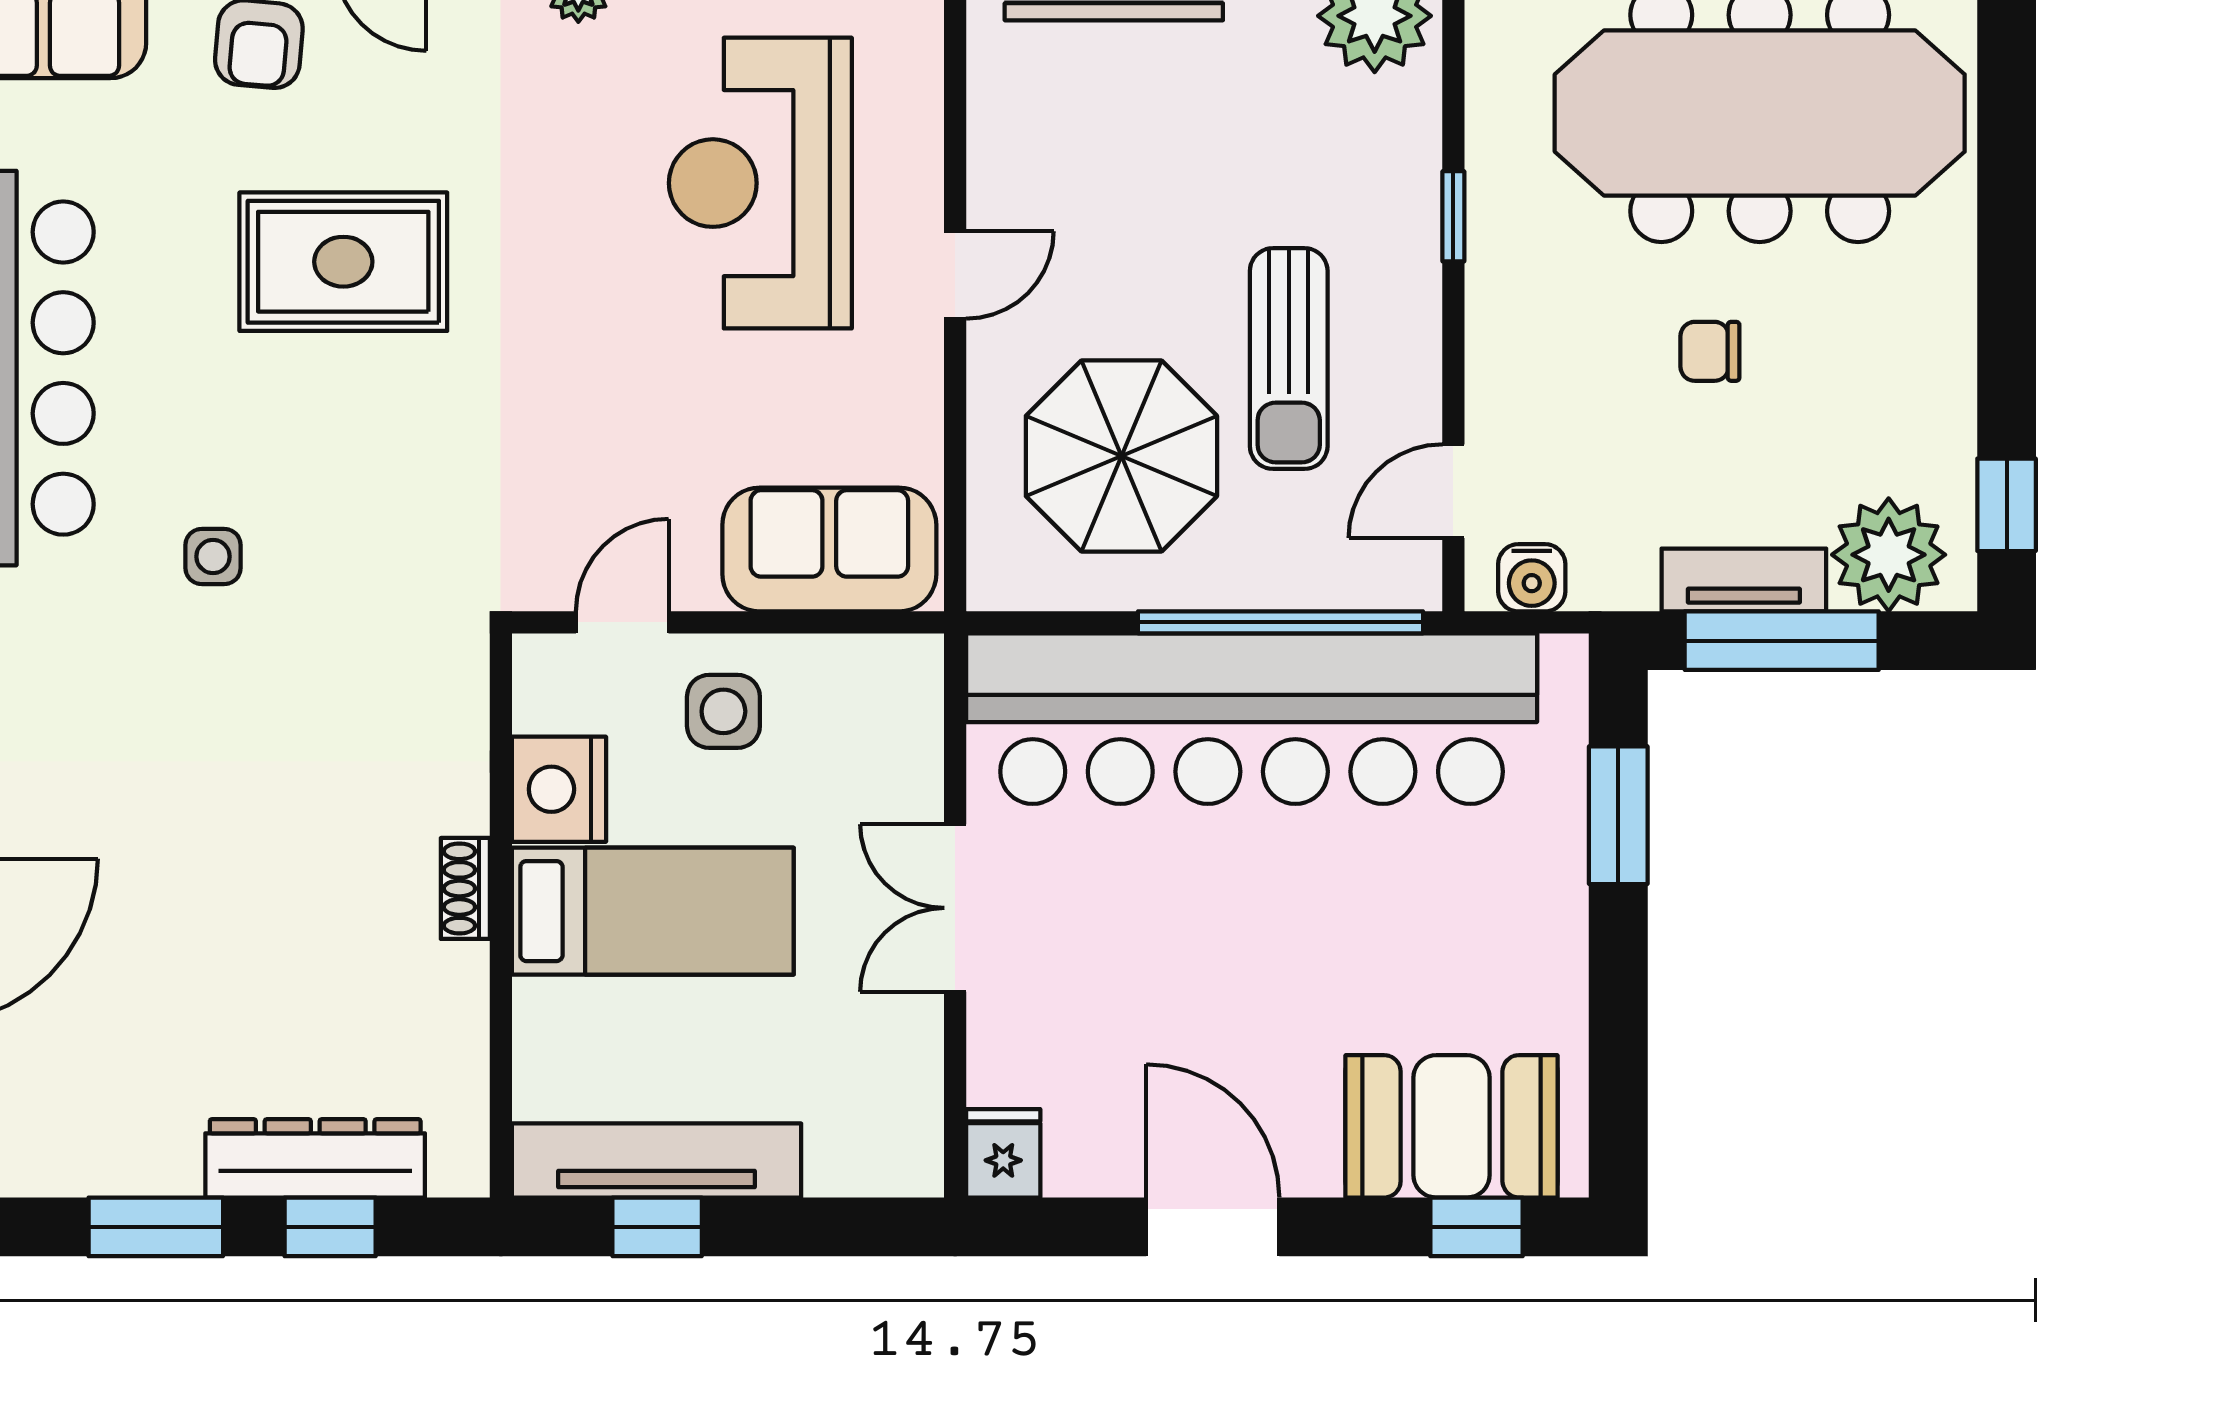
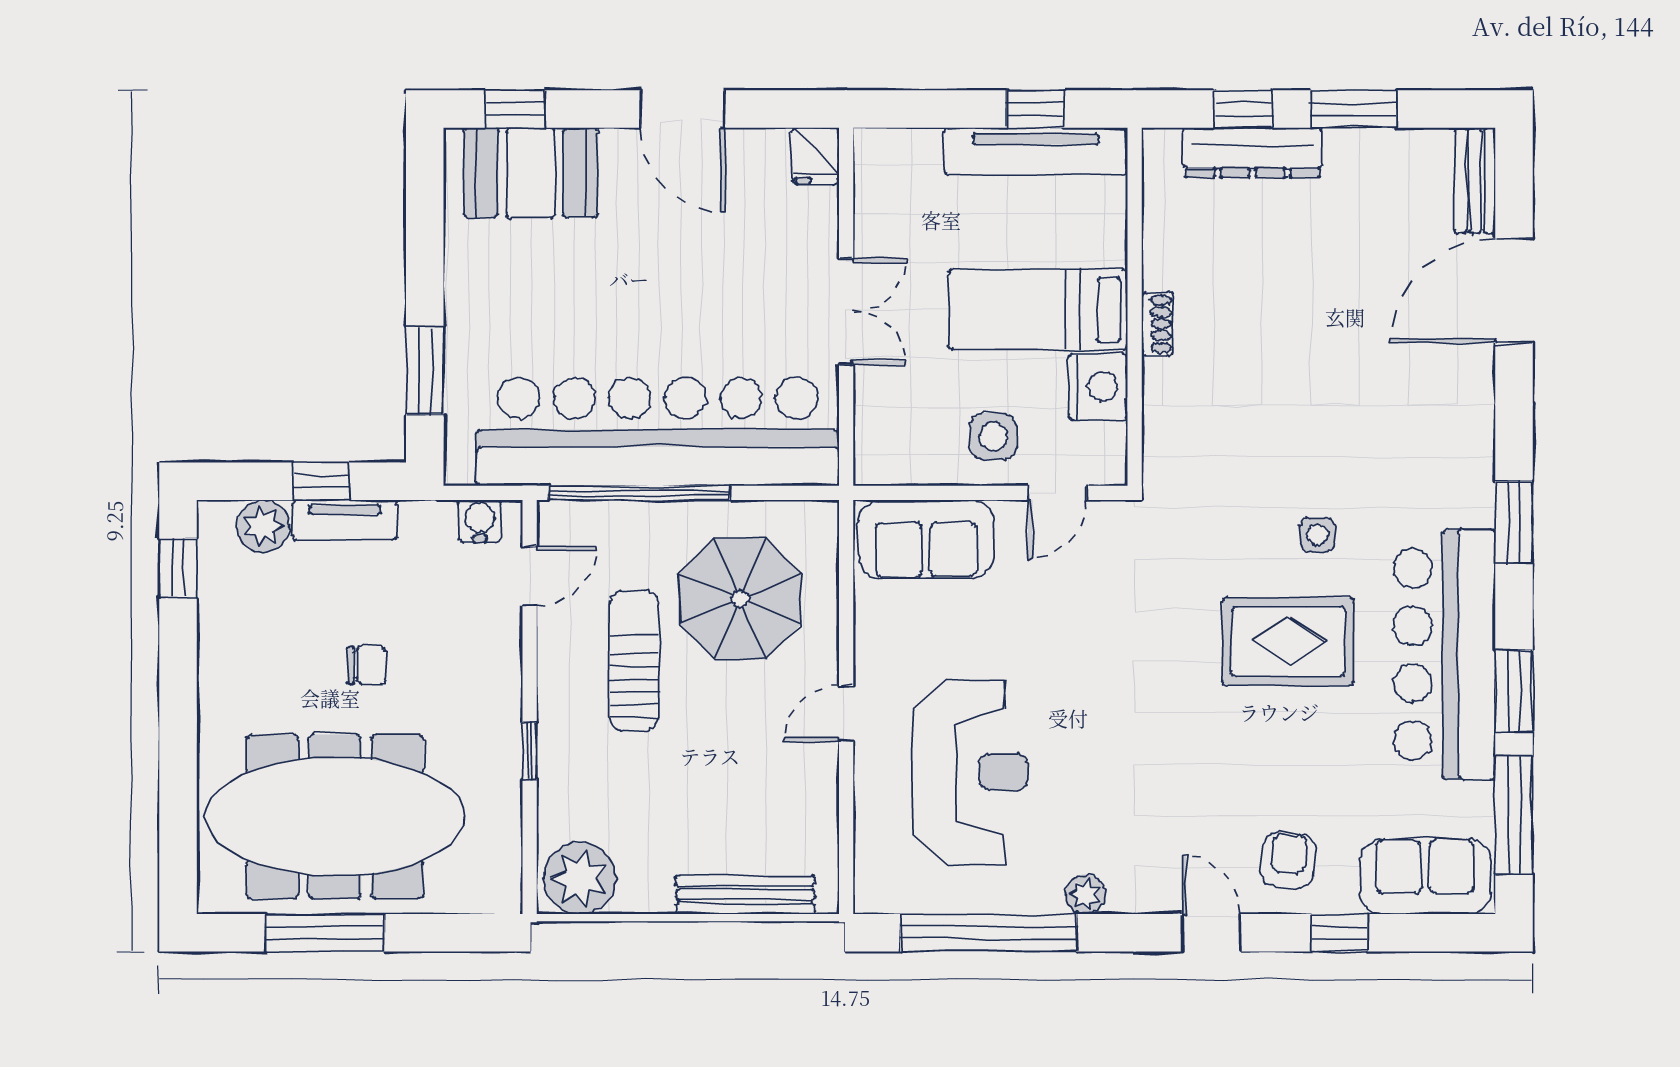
rug: (343, 262) -> (1288, 641), moved
plant: (1889, 555) -> (263, 526), width x0.73, depth x0.73
window: (1782, 641) -> (321, 481), width x0.46

